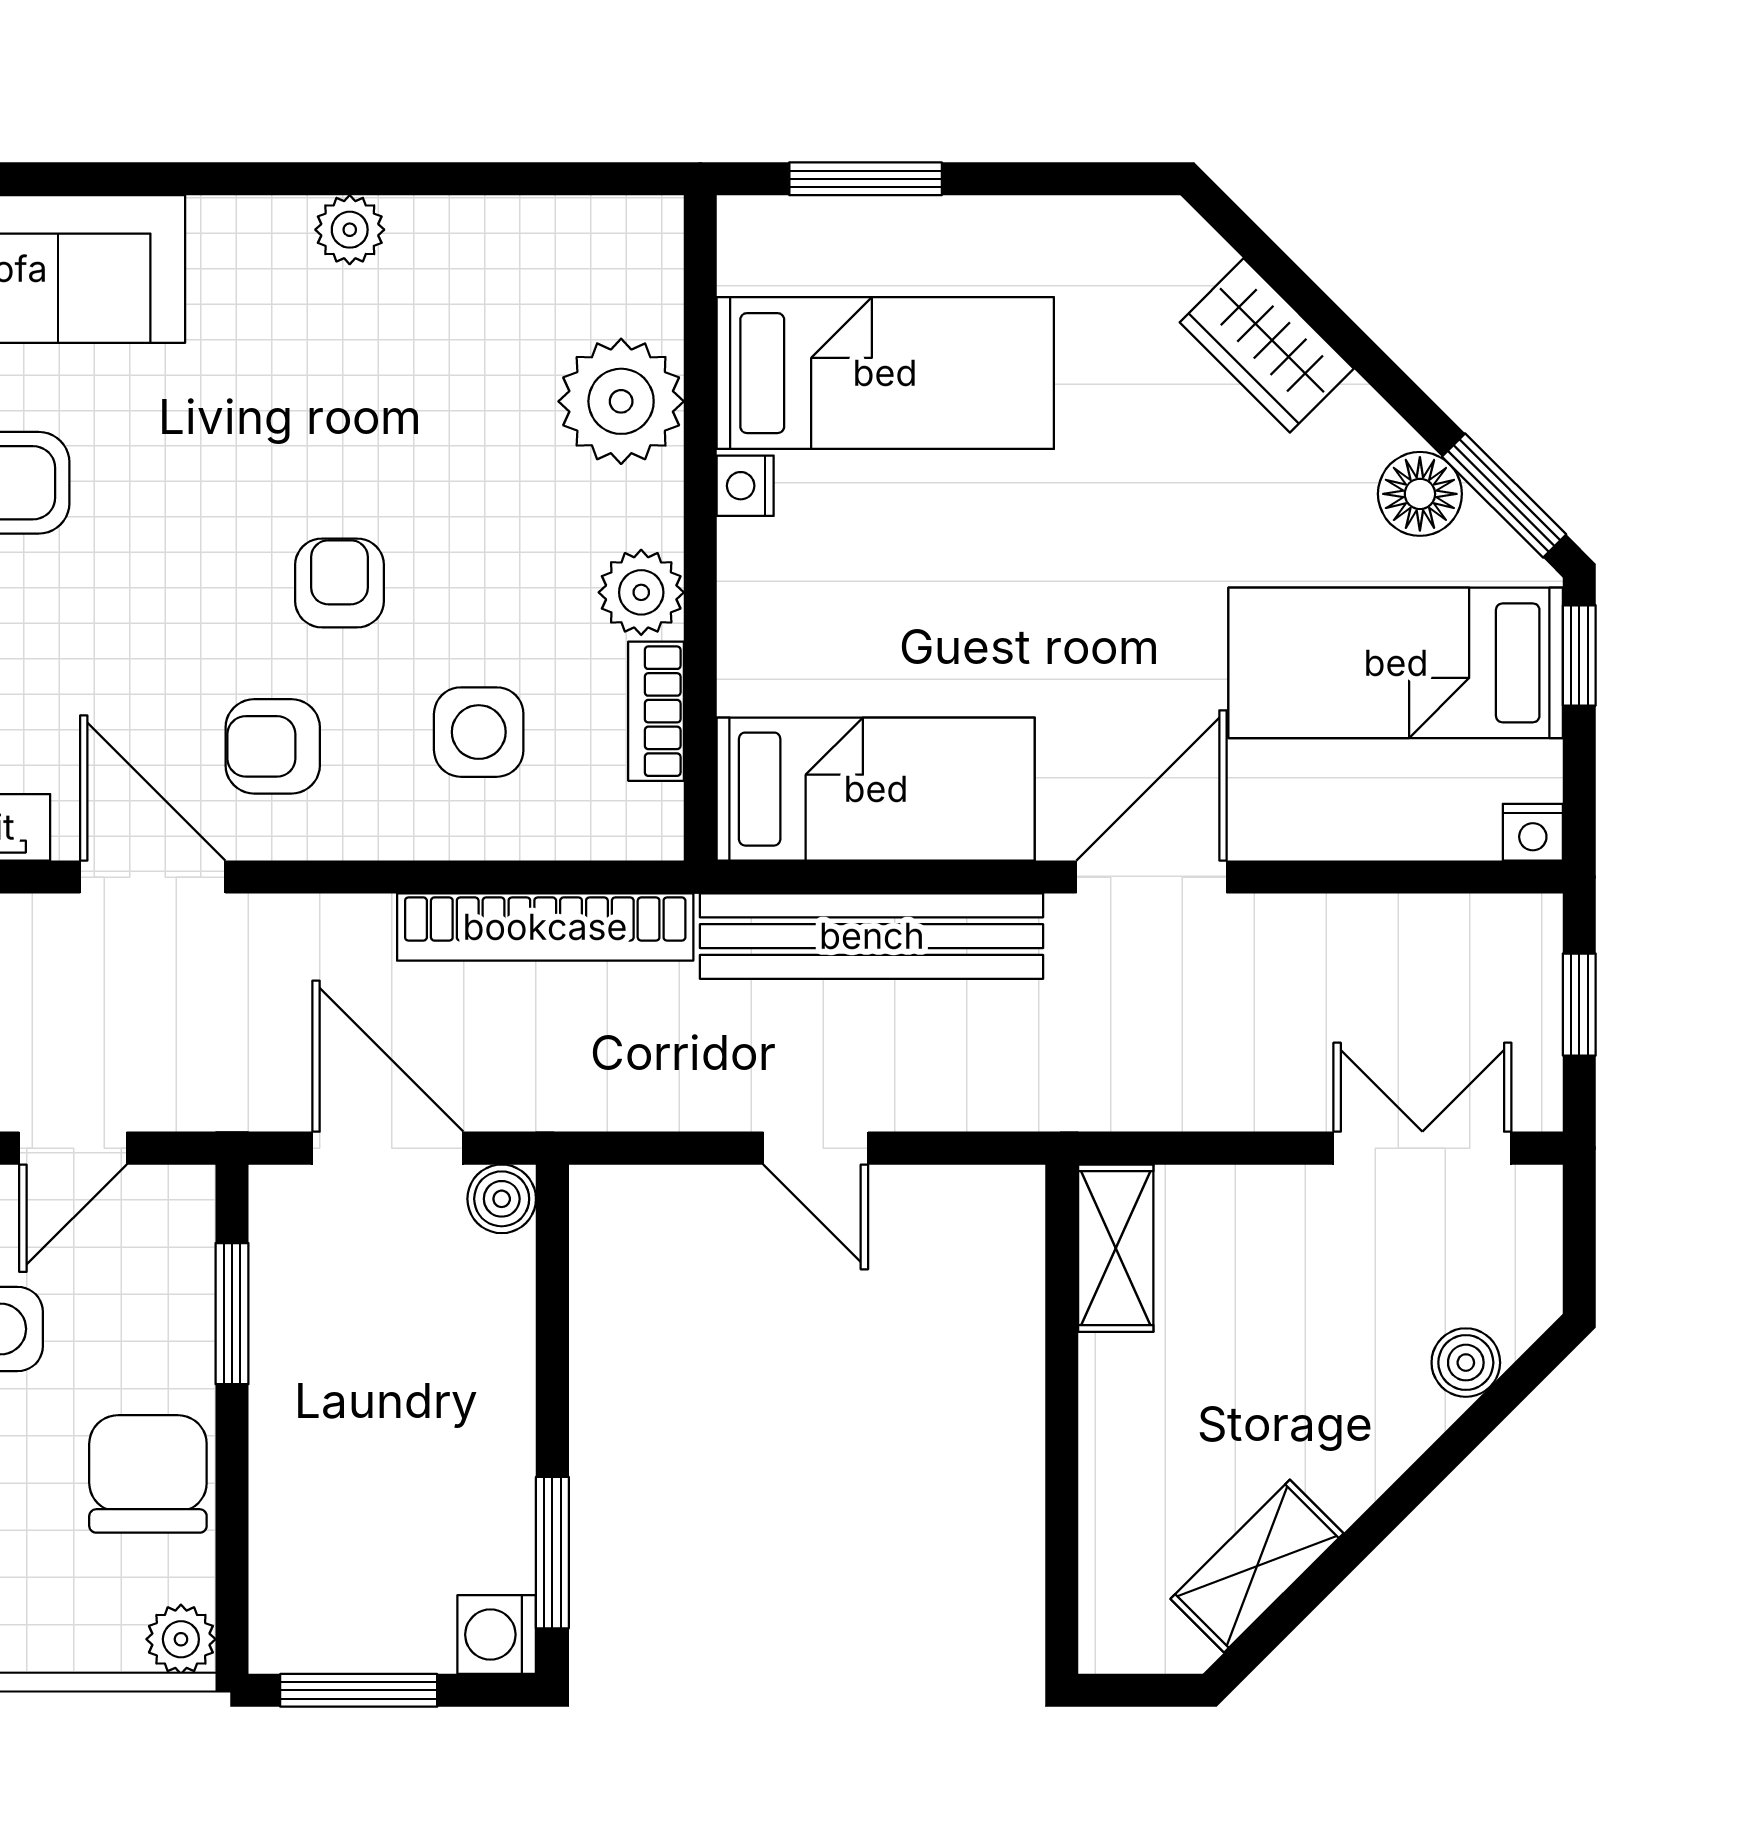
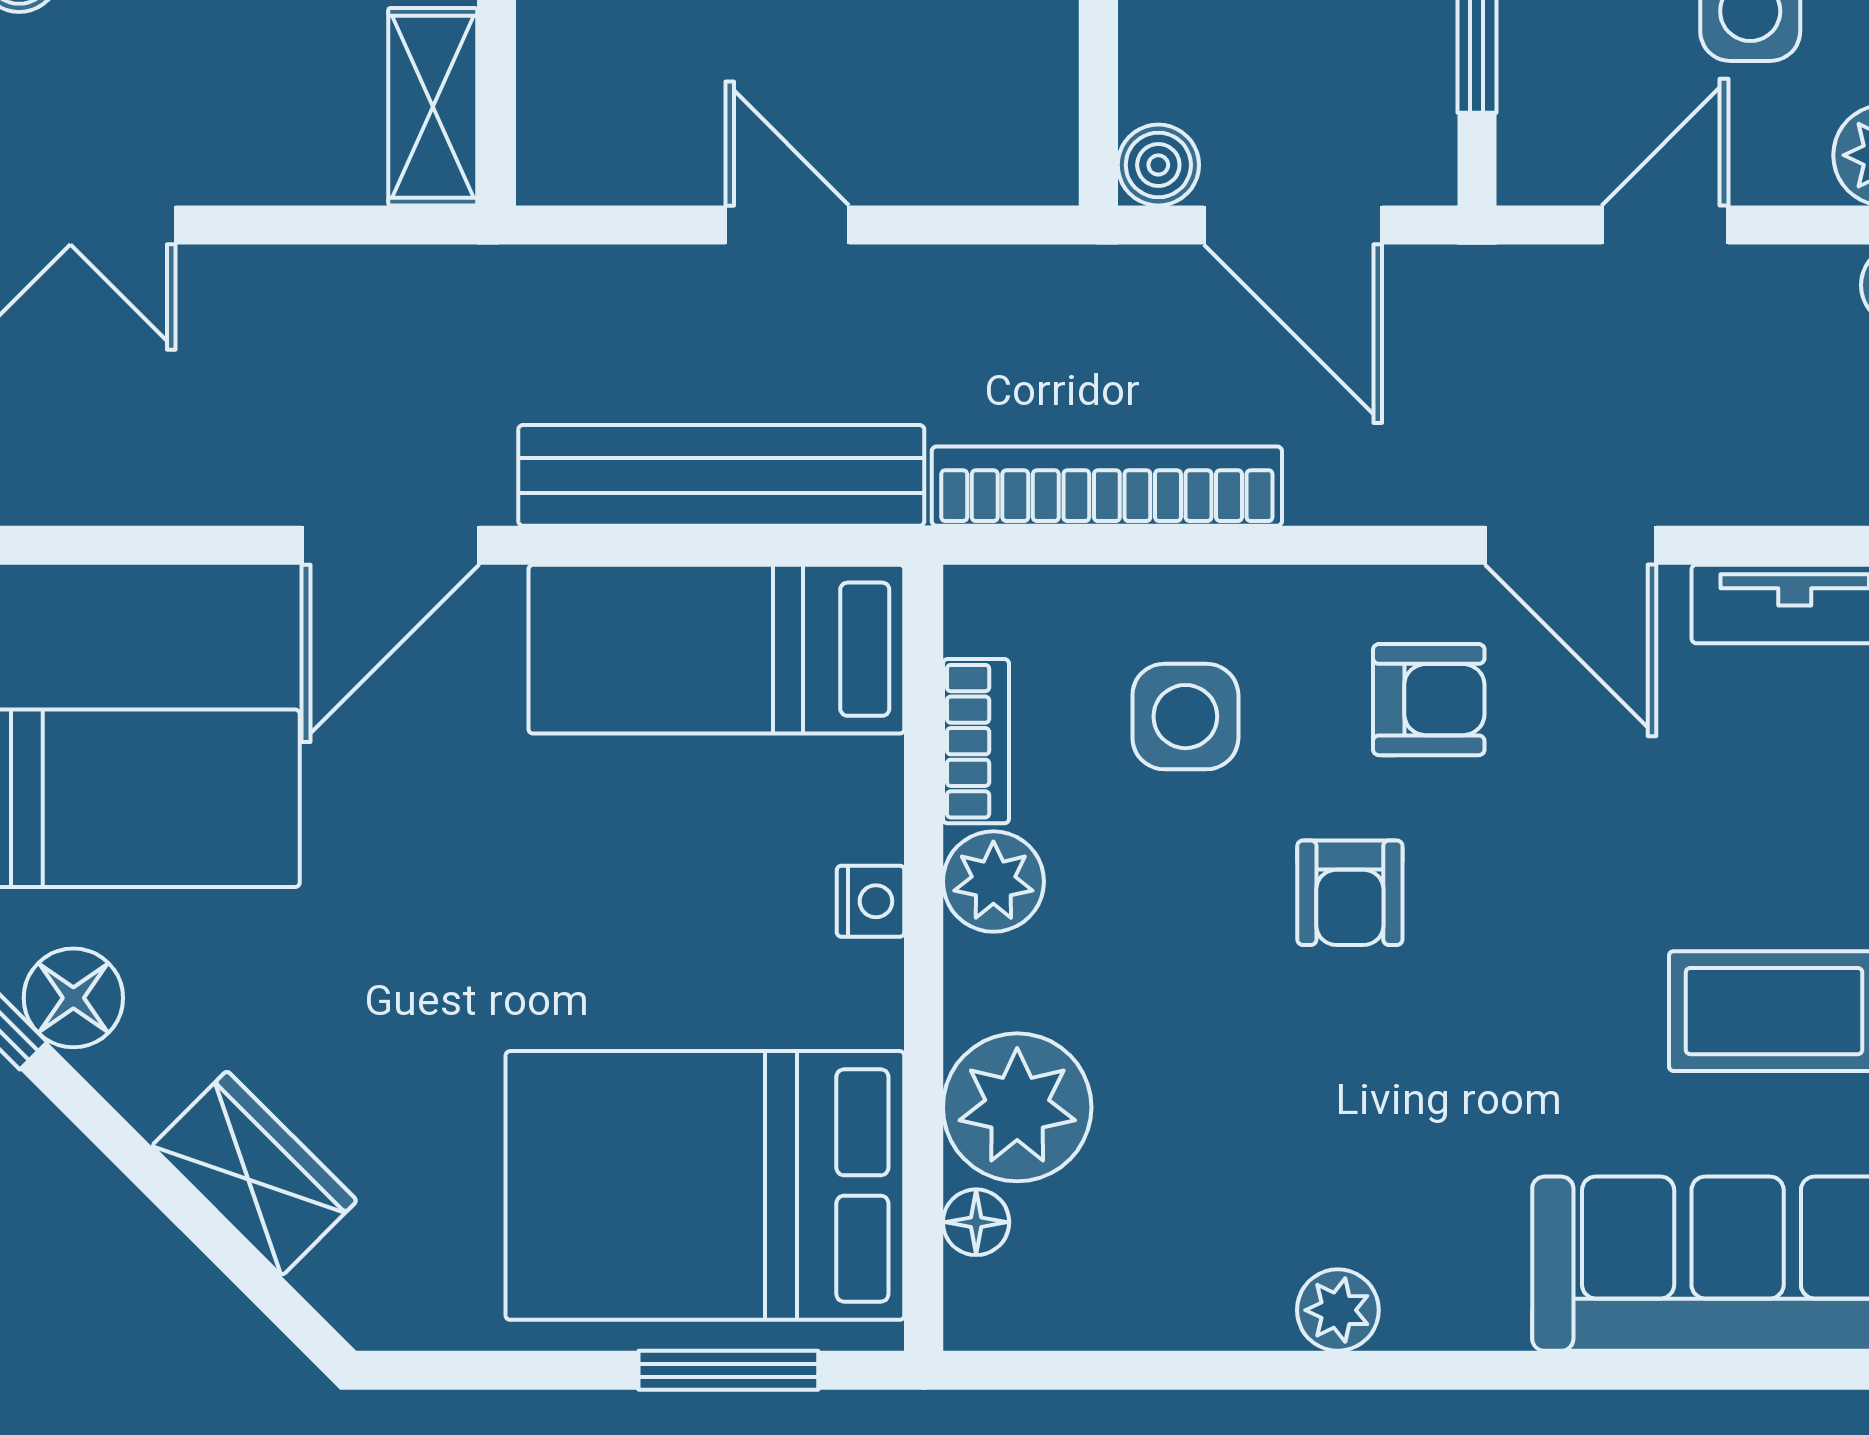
floor lamp: (656, 304) -> (976, 1222), added
bed: (885, 373) -> (705, 1185), width x1.50
nightstand: (745, 486) -> (871, 901), moved

